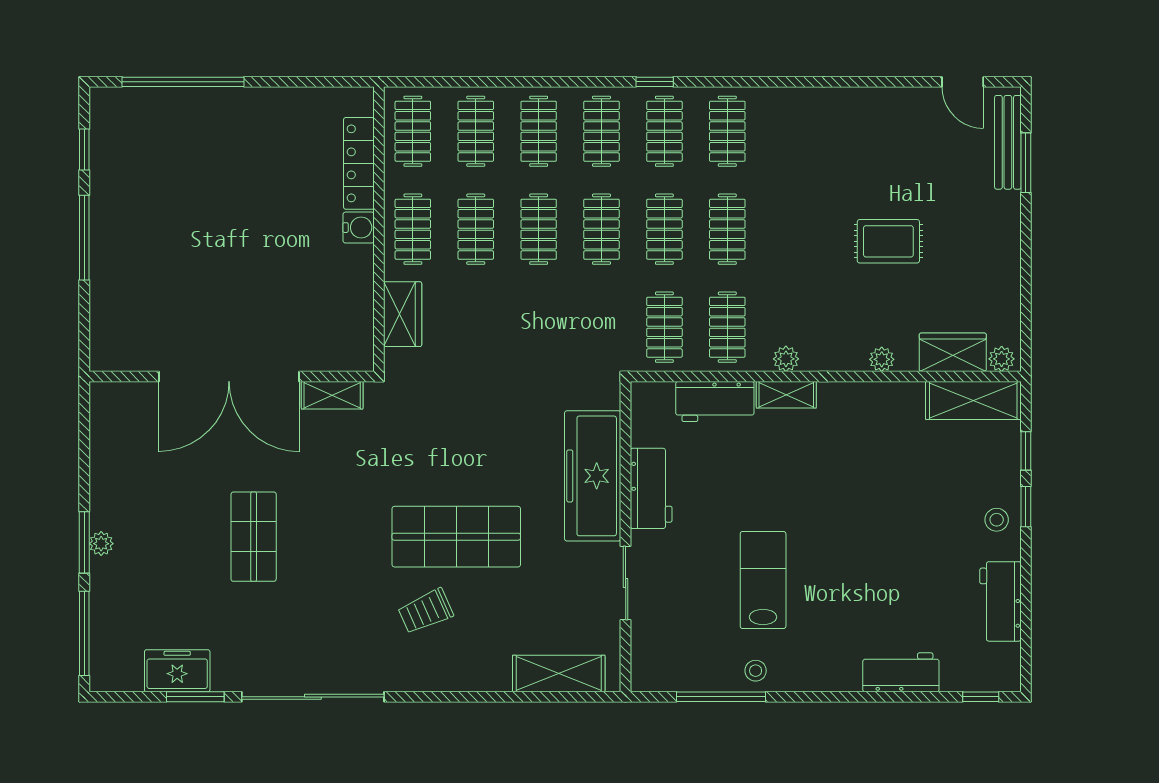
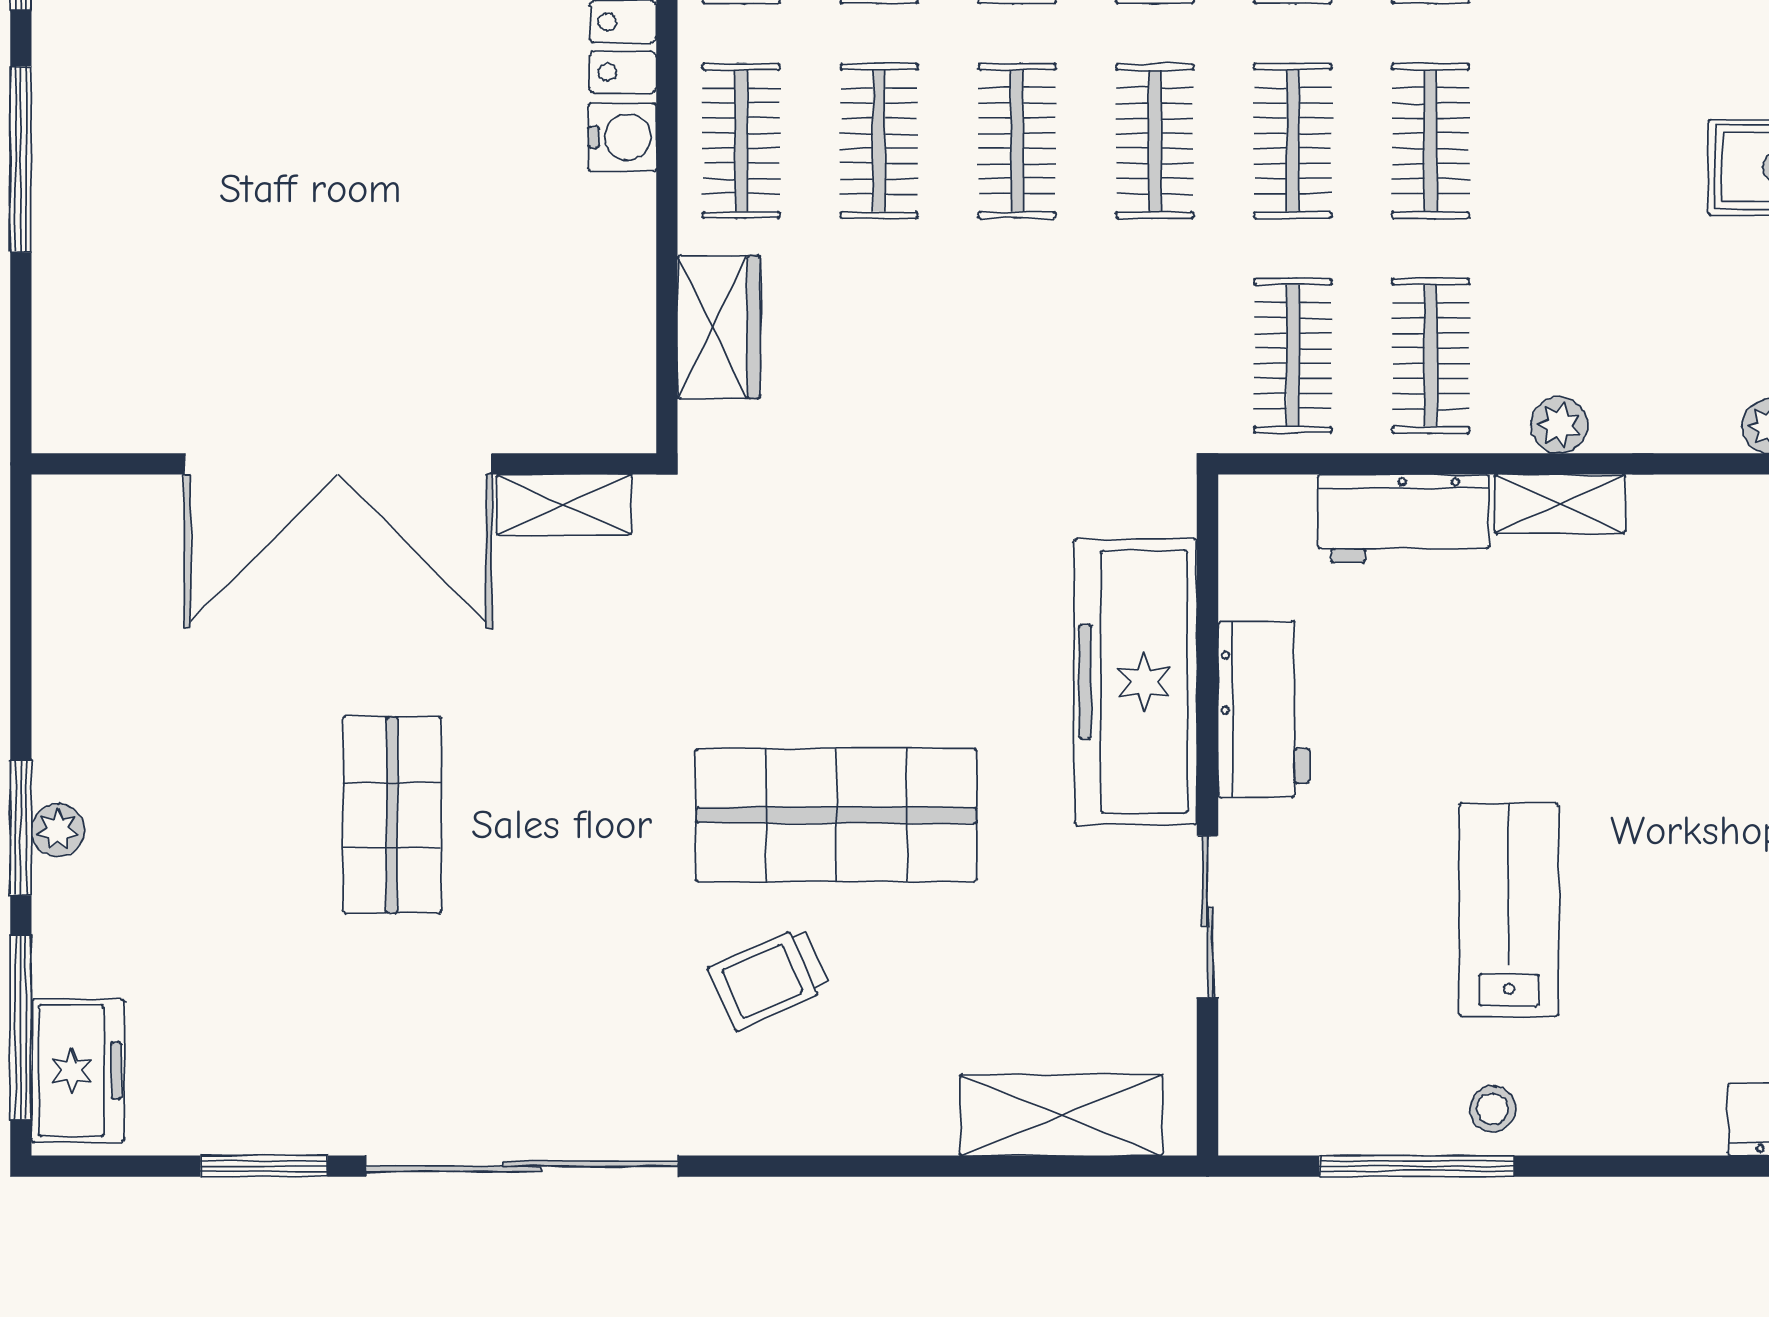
freezer: (177, 671) -> (78, 1071), moved, turned 90

